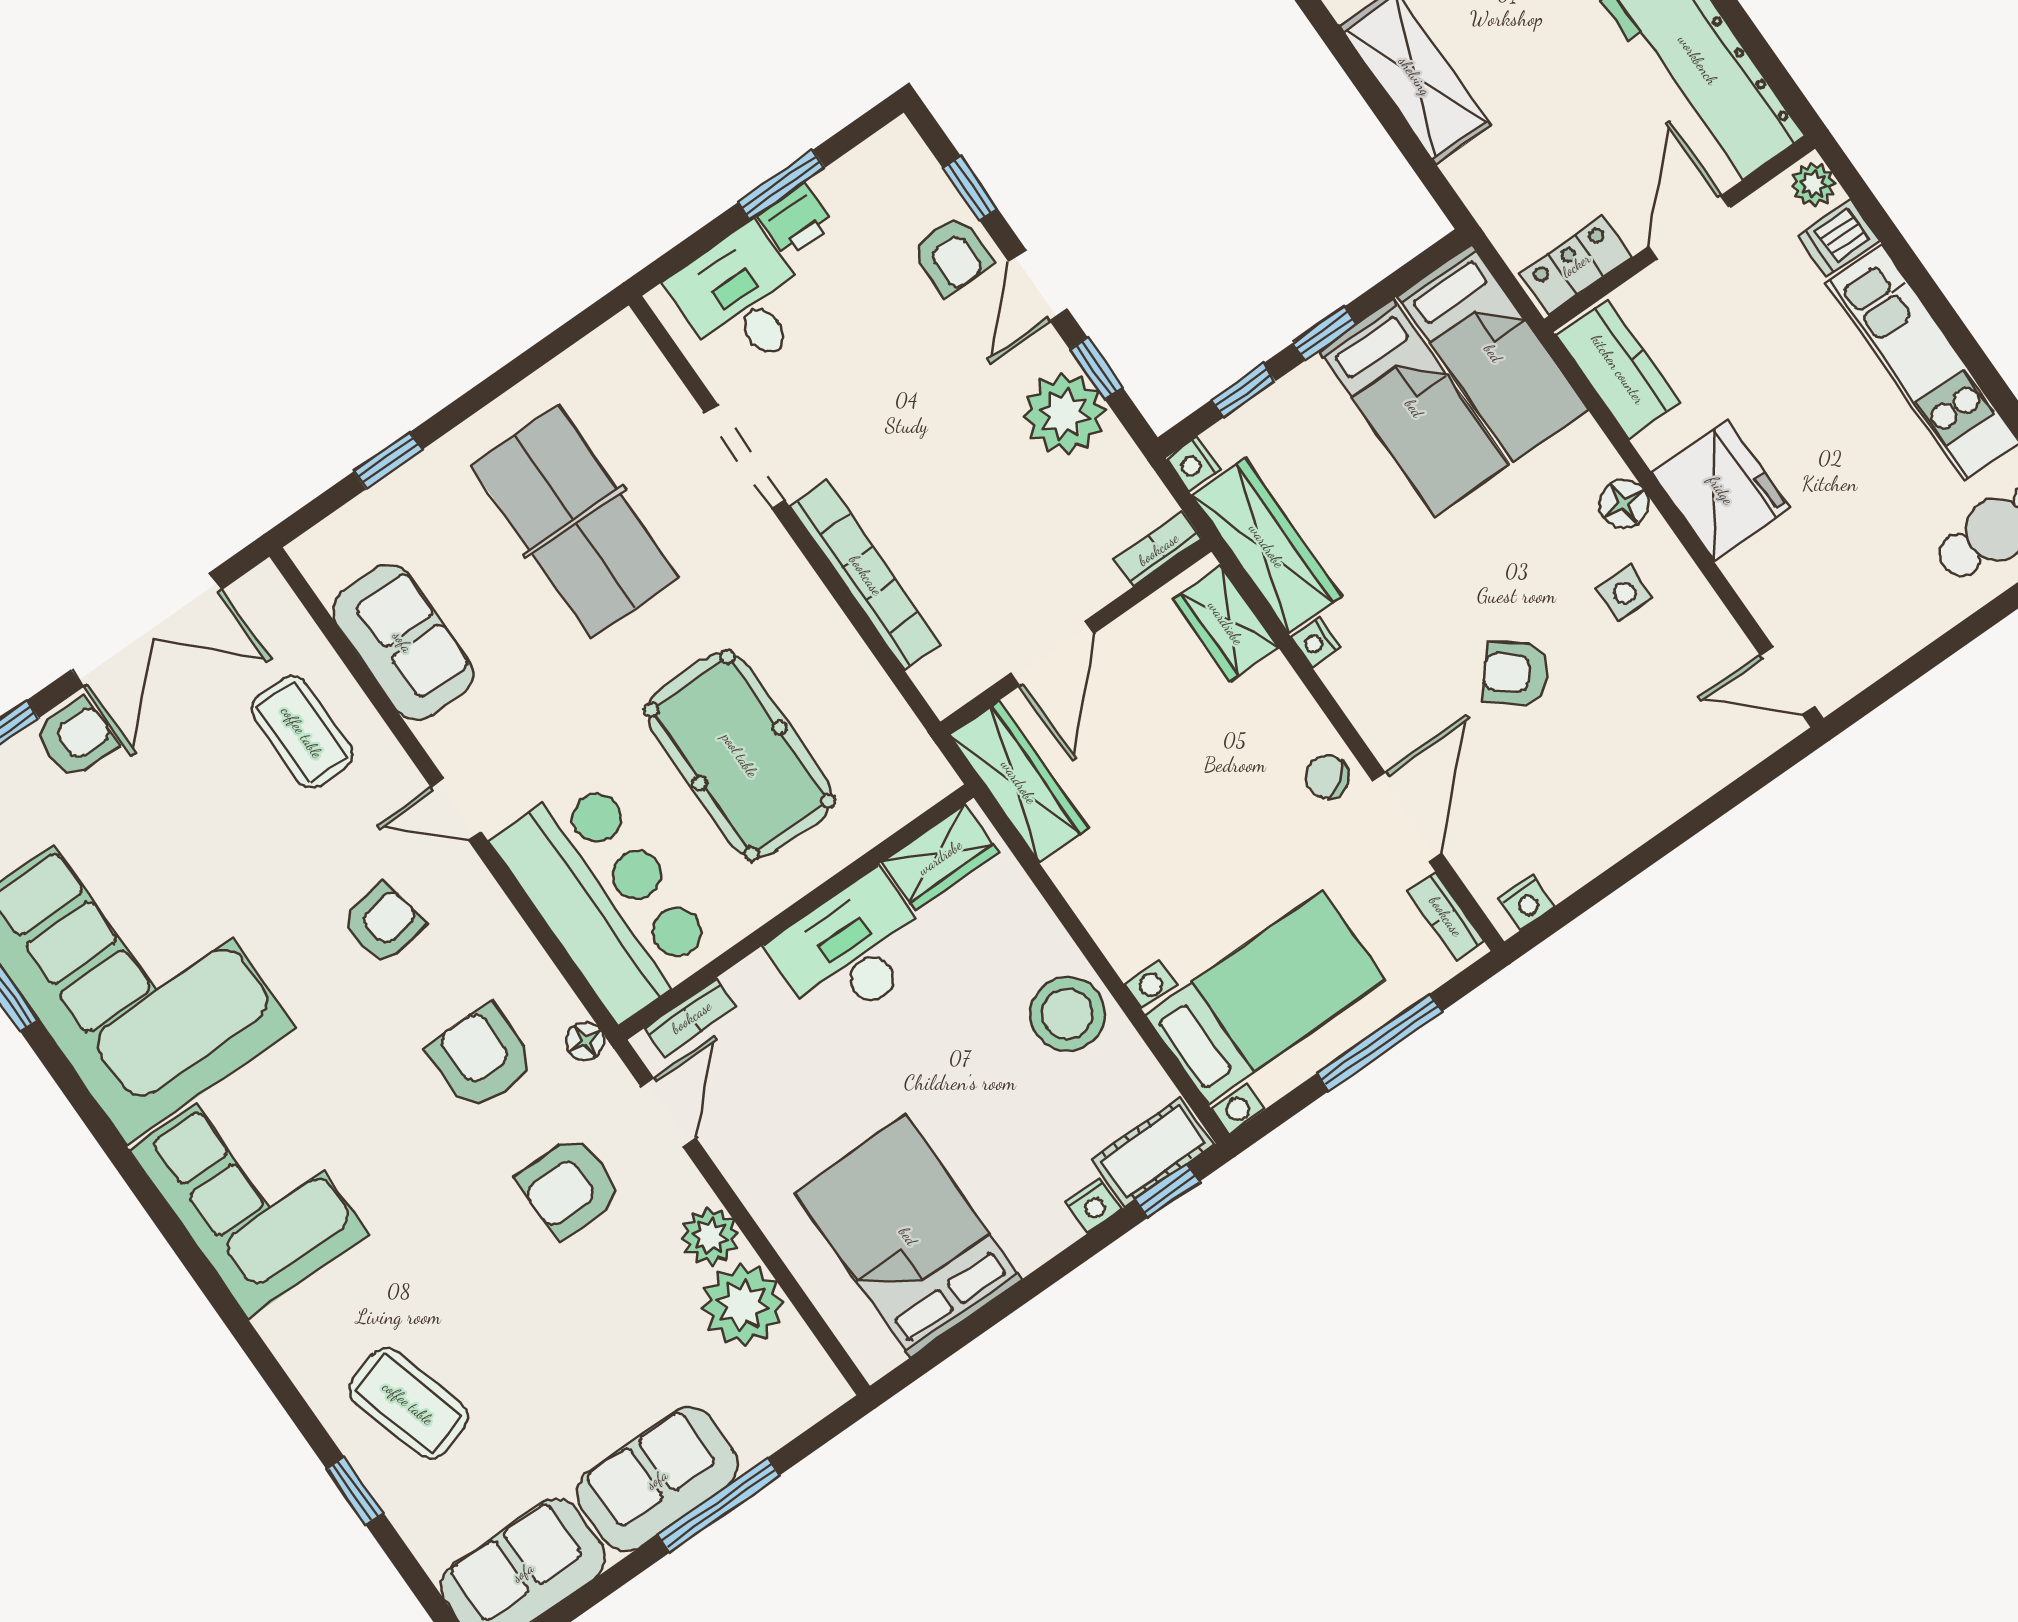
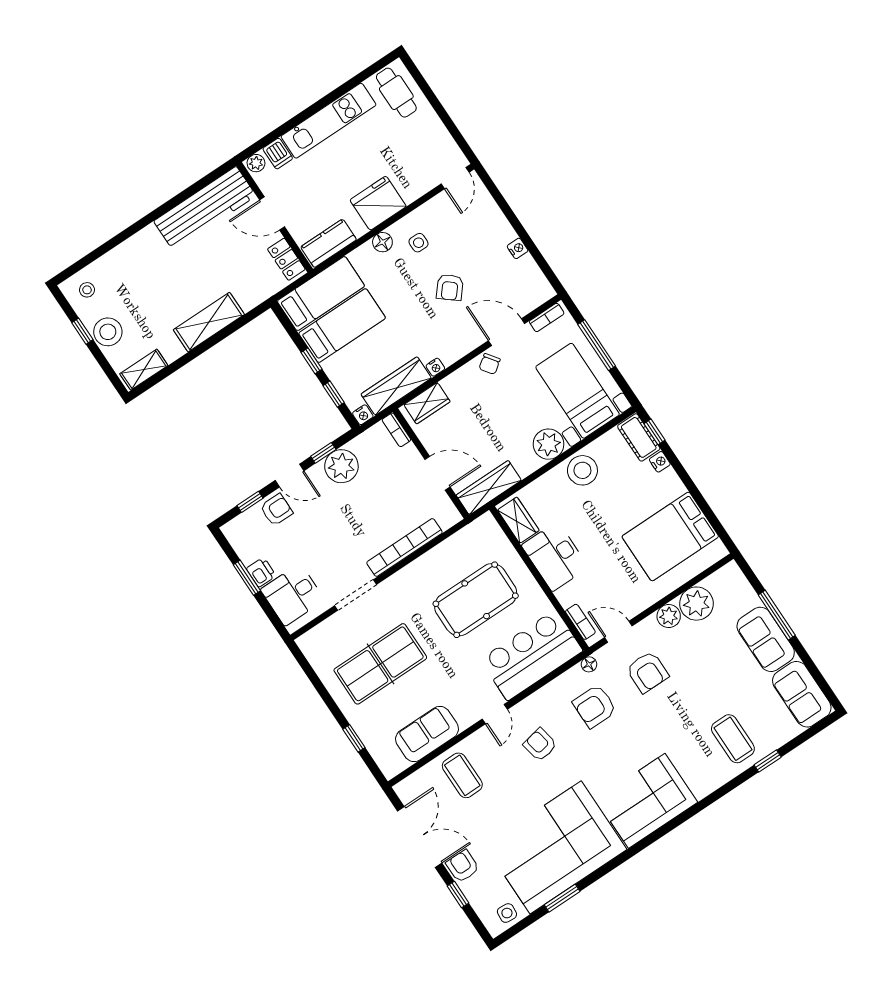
coffee table: (302, 732) -> (462, 775), turned 90
nightstand: (1526, 902) -> (518, 248), moved
plant: (1131, 928) -> (548, 444), added
coffee table: (408, 1403) -> (733, 739), turned -74

